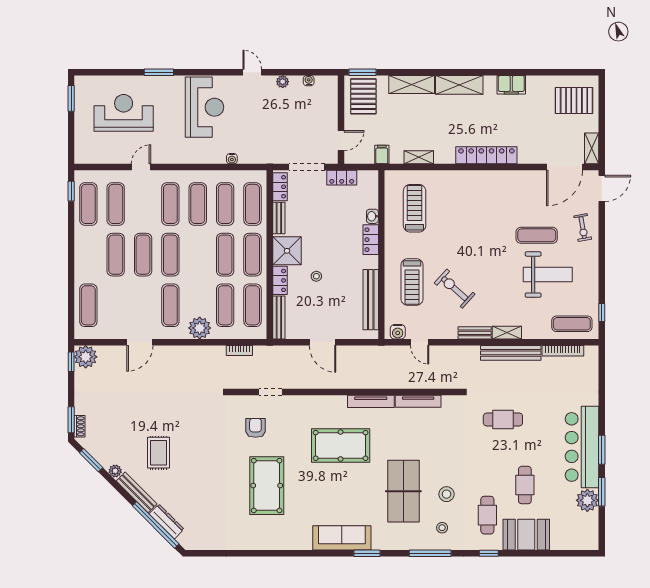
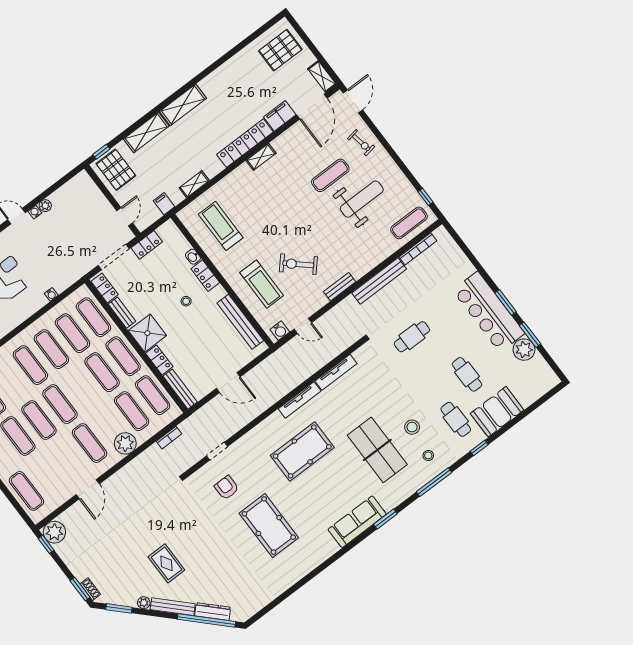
window: (363, 72) -> (101, 152), width x0.67
water cooler: (309, 81) -> (35, 212), moved
filing cabinet: (511, 85) -> (280, 116), moved, turned 180
stool: (316, 276) -> (186, 301), moved
shelving: (507, 333) -> (261, 157), moved

